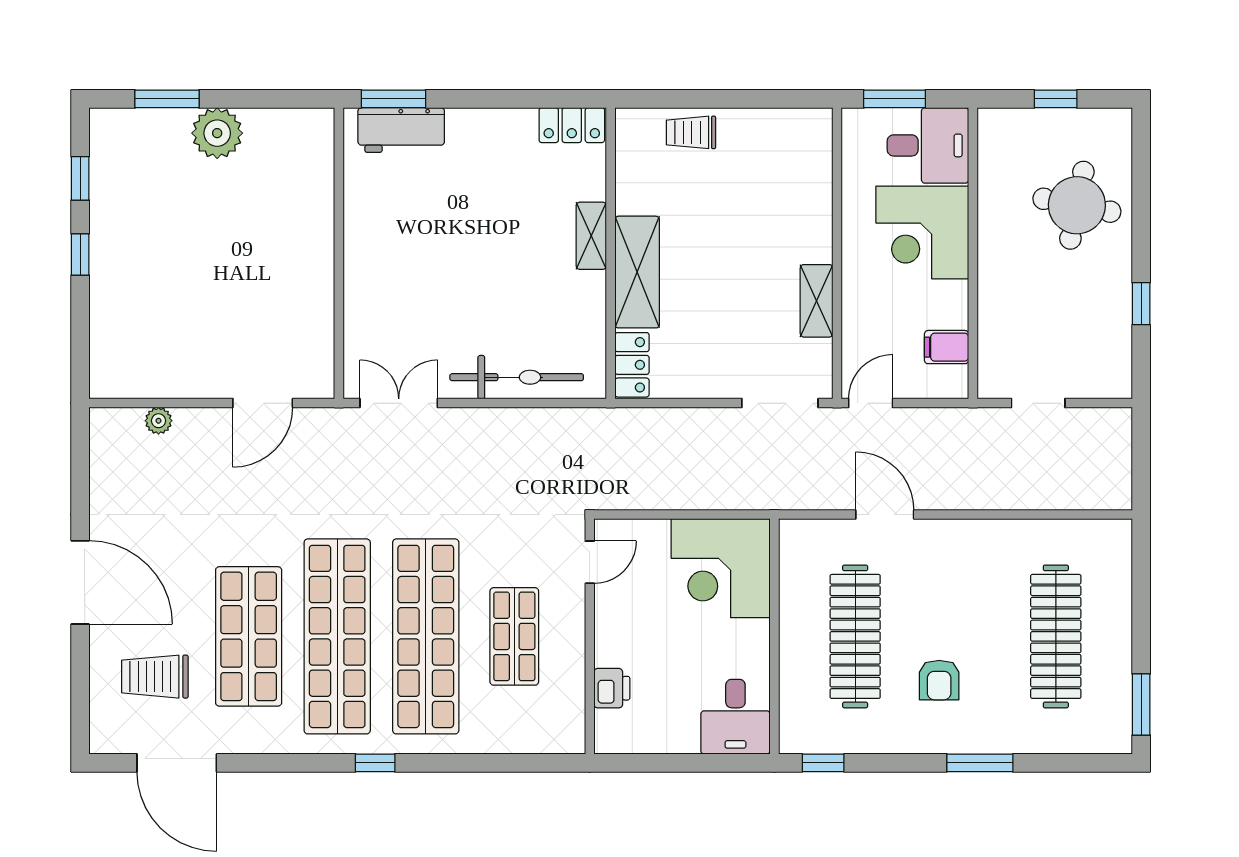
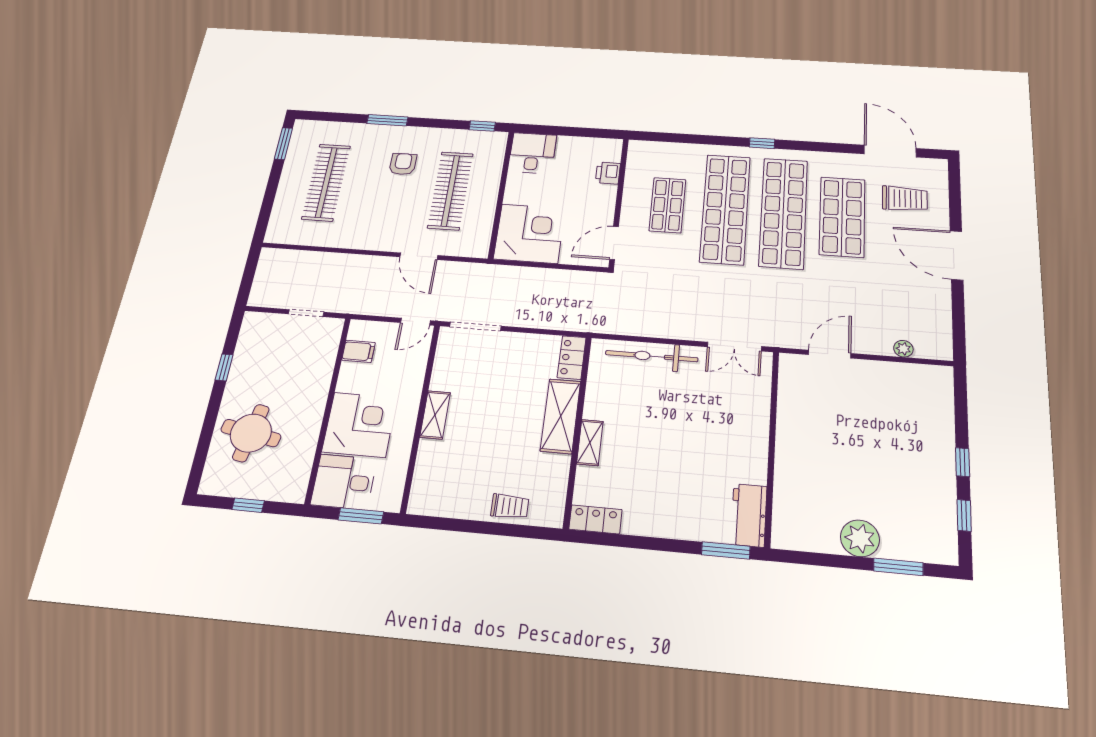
workbench: (401, 130) -> (749, 515), moved, turned -90
shelving: (817, 301) -> (435, 415), moved
door: (590, 562) -> (614, 243), width x1.38

